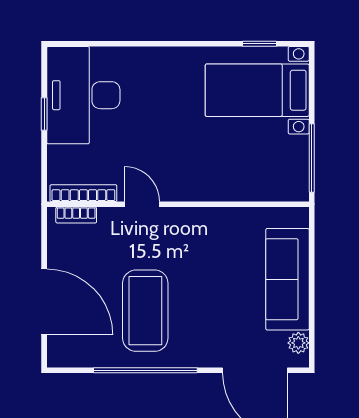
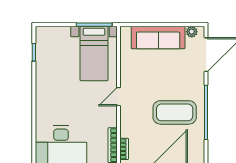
bed with nightstands: (257, 90) -> (94, 53), moved
door: (142, 204) -> (119, 97), moved

